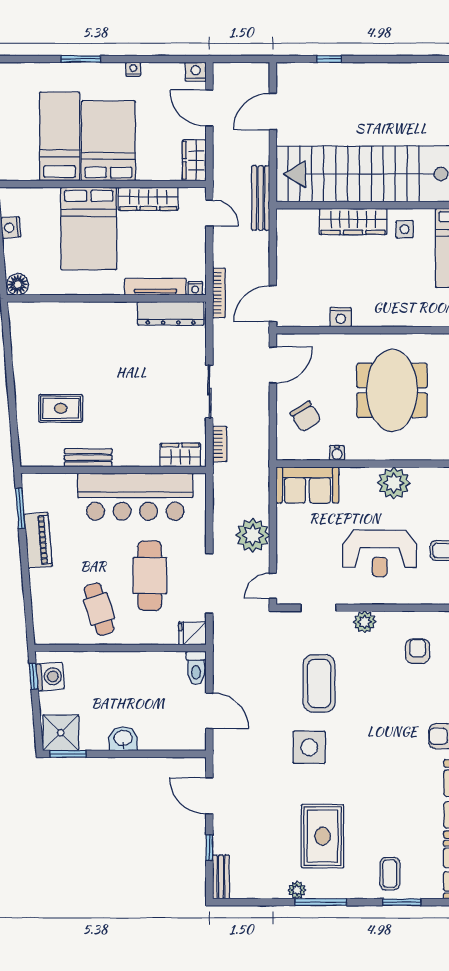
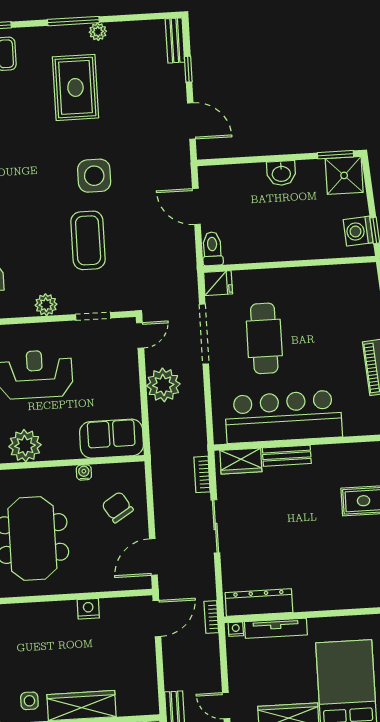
bookcase: (219, 293) -> (211, 617), width x0.64
bench: (88, 458) -> (287, 456), moved
cafe table: (99, 609) -> (313, 302), removed

